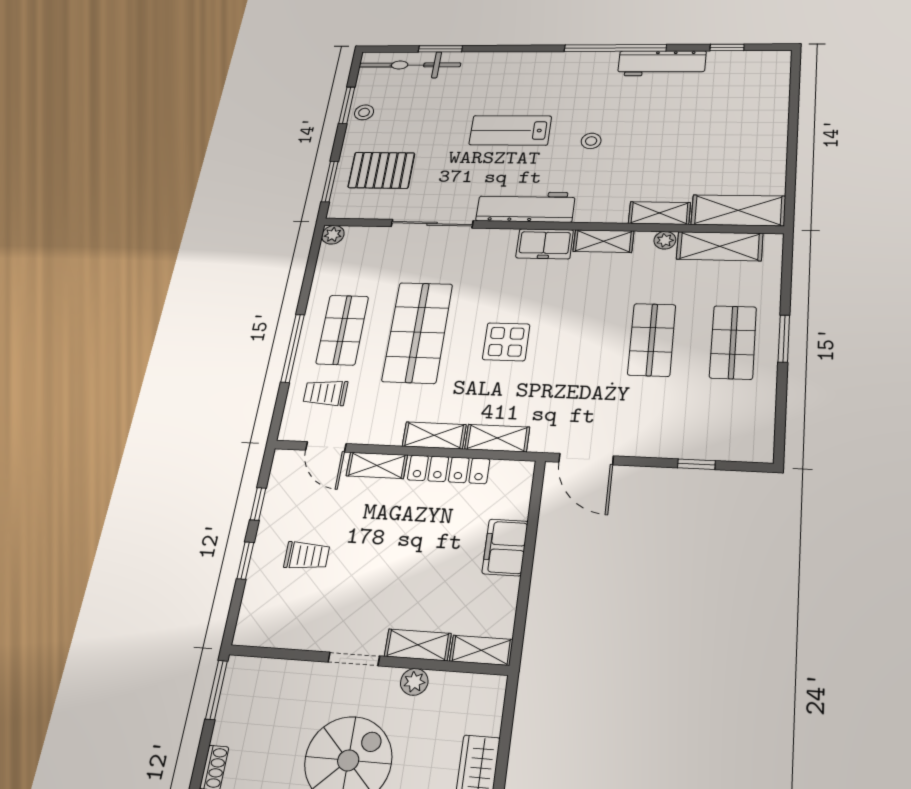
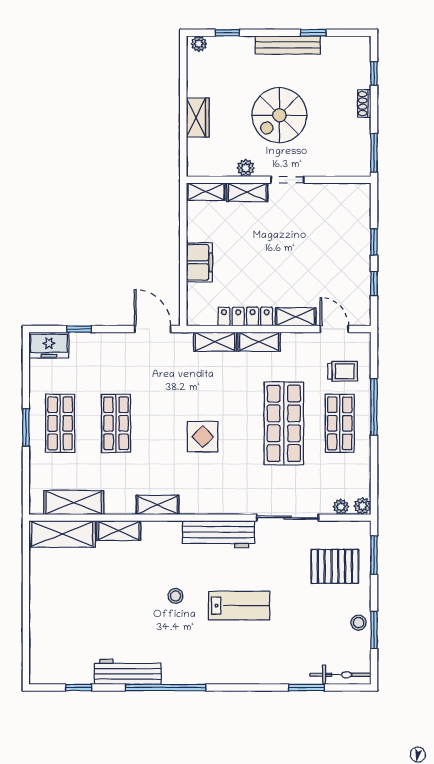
bicycle: (410, 65) -> (340, 675), width x0.73, depth x0.71
plant: (665, 240) -> (341, 507), moved
freezer: (545, 244) -> (49, 345), moved, turned 180
display table: (506, 342) -> (203, 437), moved
trolley: (307, 556) -> (332, 248), removed

